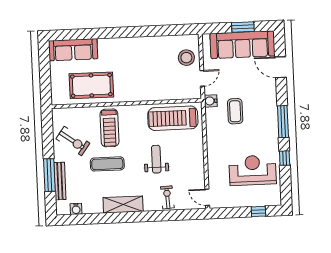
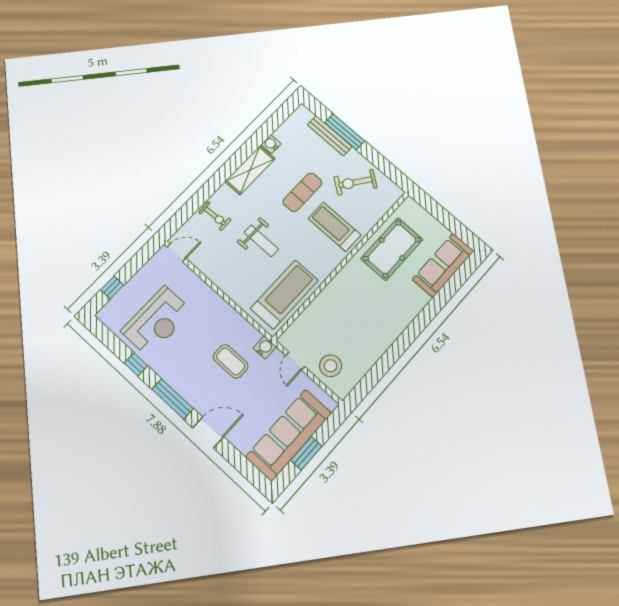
door: (281, 67) -> (208, 432), moved
water cooler: (76, 209) -> (271, 144), moved

